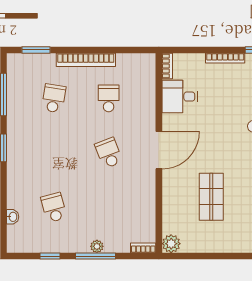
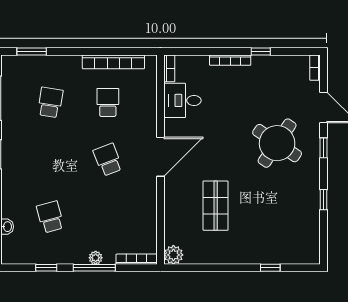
bookcase: (86, 60) -> (113, 62), moved
bookcase: (143, 248) -> (137, 259), width x1.56

